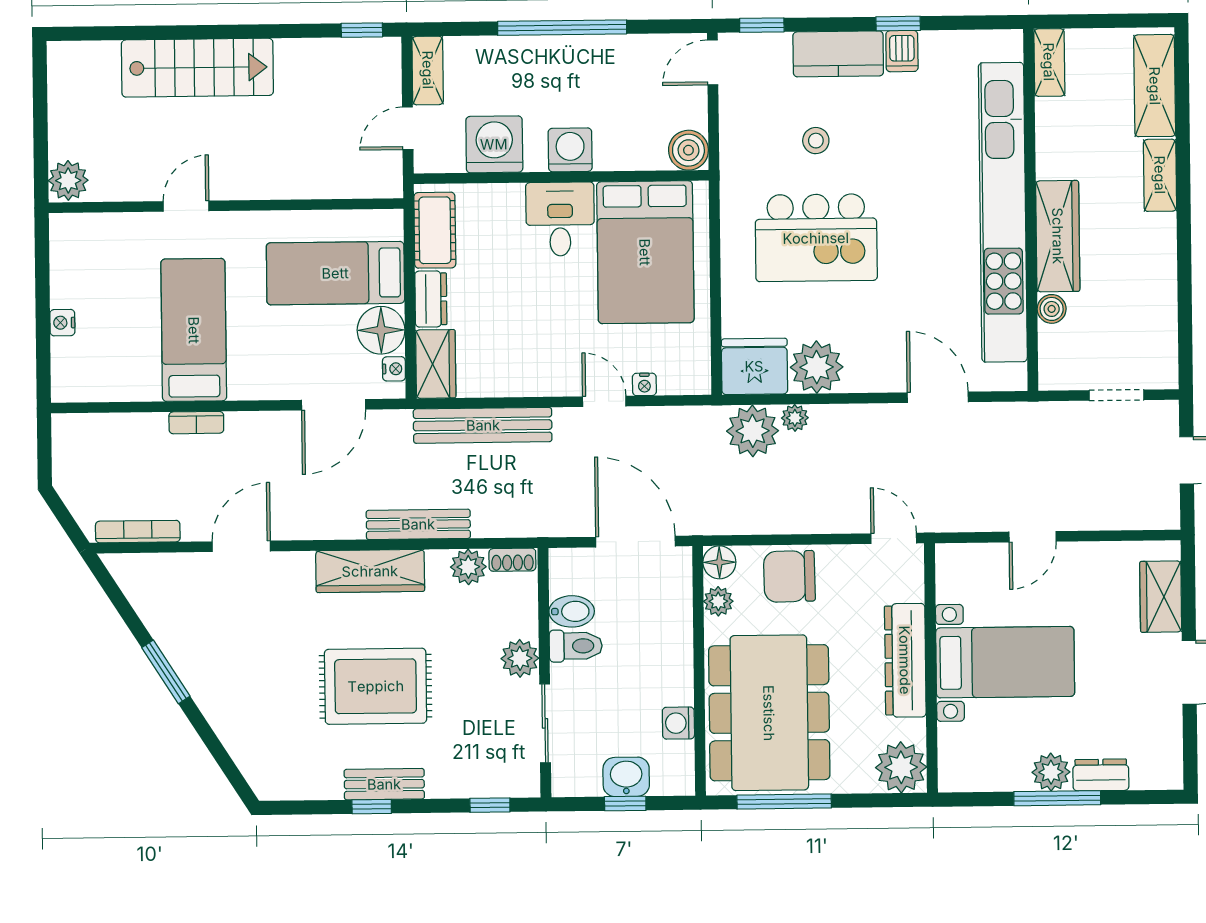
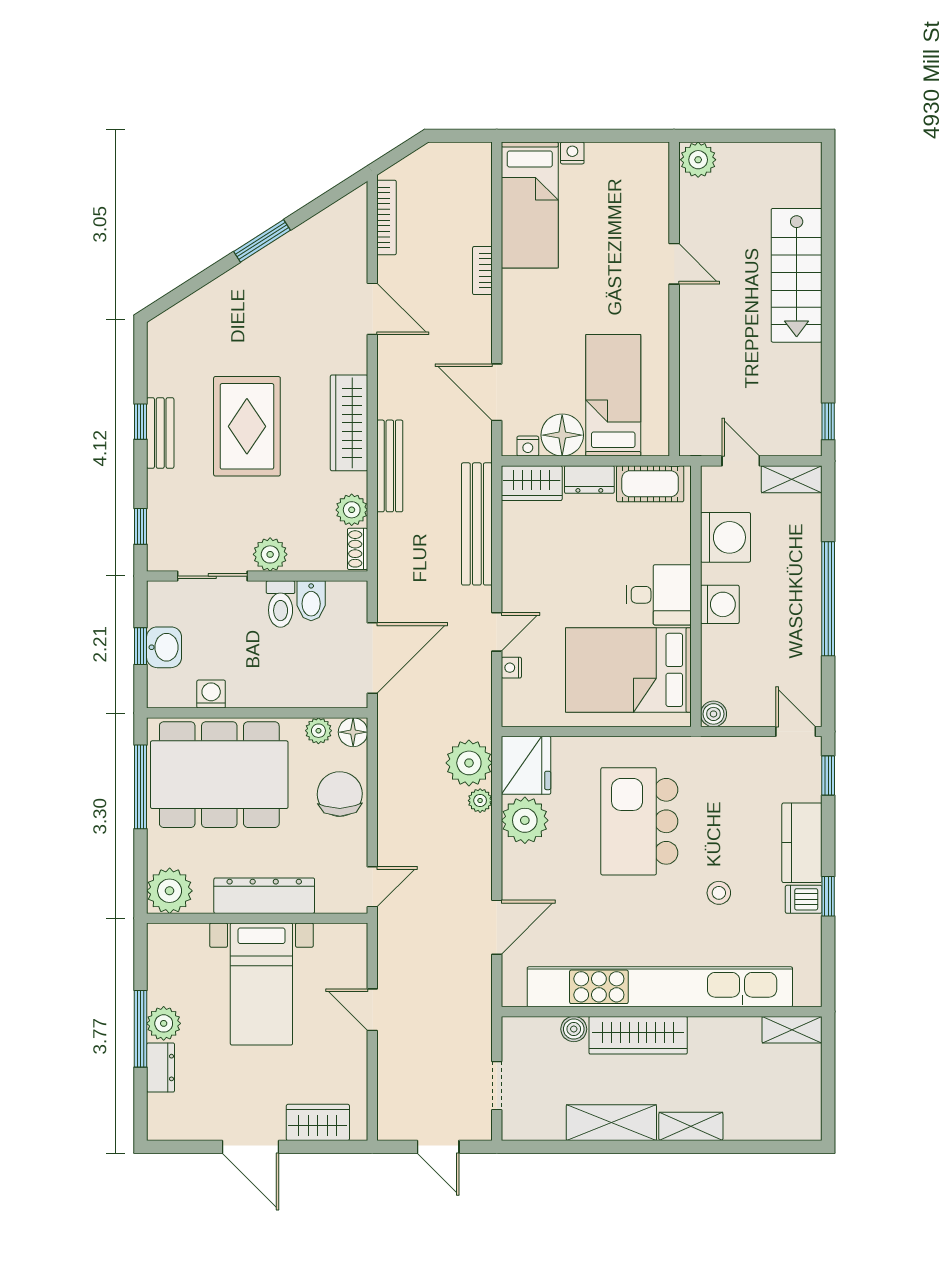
shelving: (1155, 86) -> (611, 1123), moved
stool: (816, 141) -> (719, 893), moved
boiler: (688, 150) -> (713, 714), width x0.73, depth x0.73
bed: (194, 330) -> (530, 205), moved, turned 90

